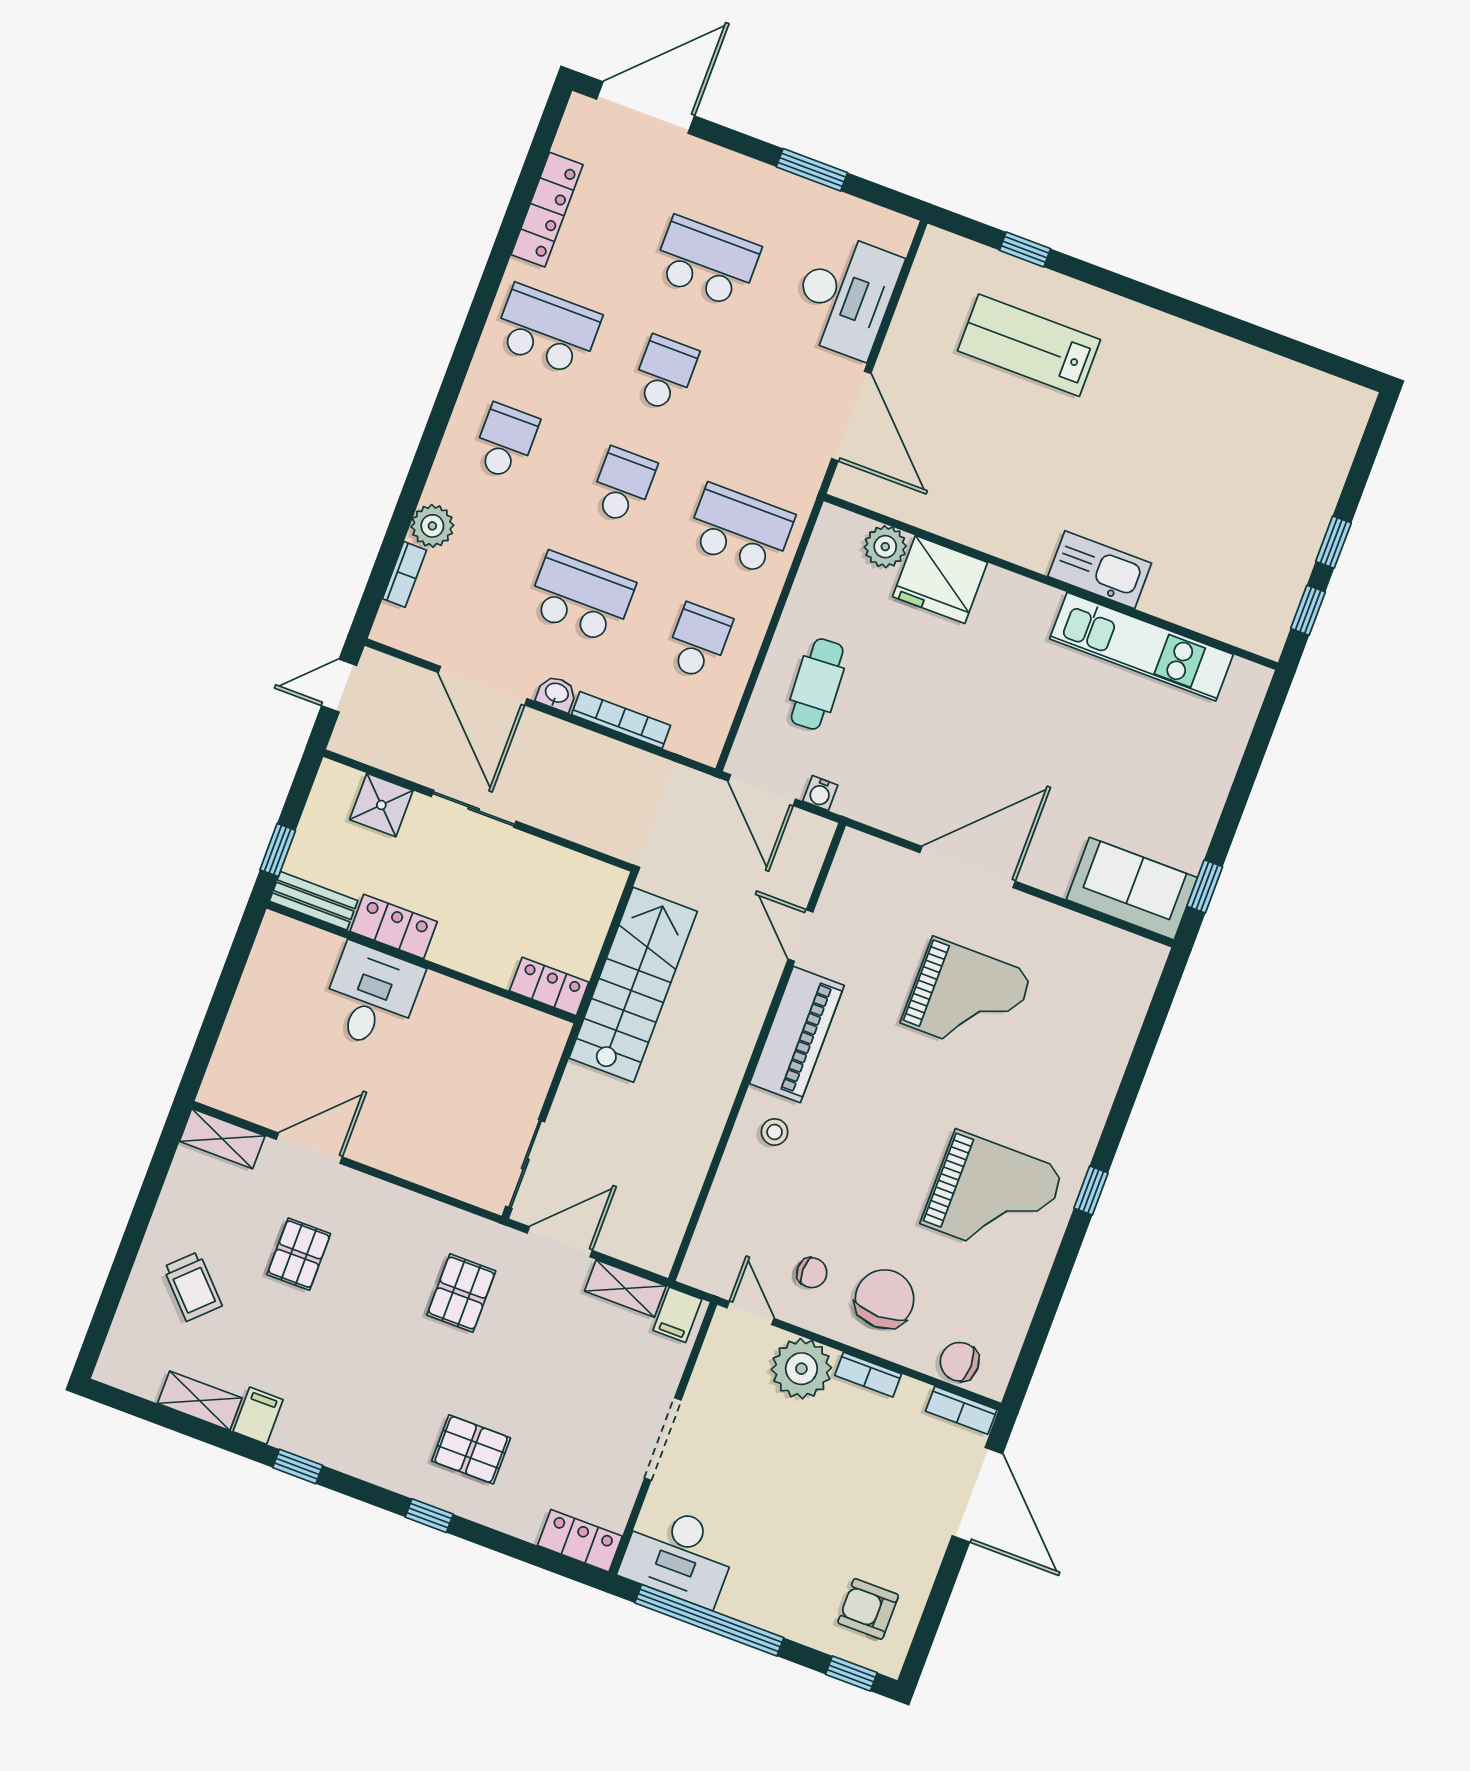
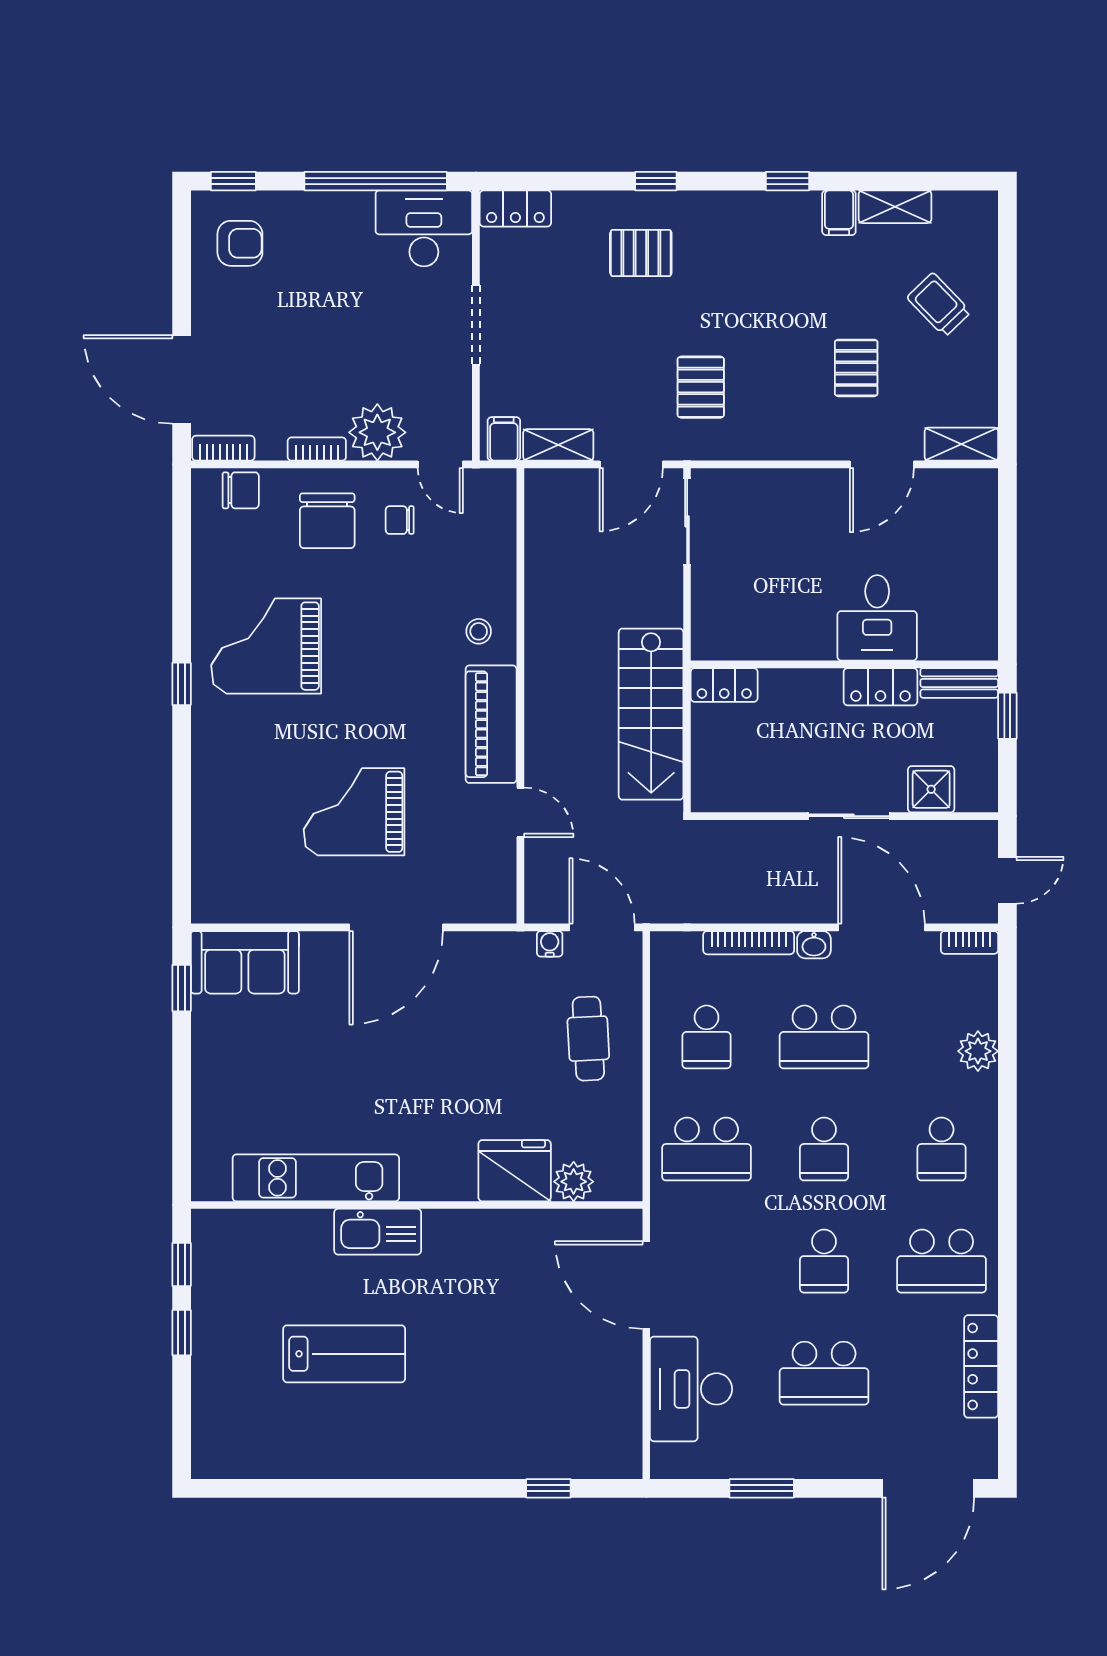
lab bench: (1029, 345) -> (344, 1354), moved
bookcase: (404, 574) -> (969, 942), moved, turned -90

